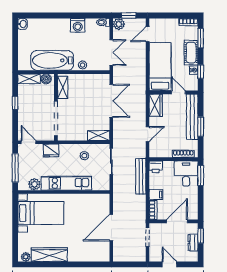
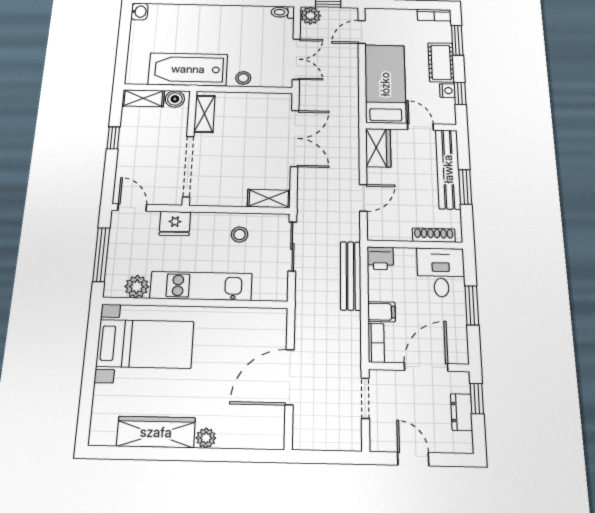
washing machine: (78, 25) -> (237, 16), removed
window: (201, 176) -> (472, 305), moved
plant: (26, 257) -> (206, 438), moved

